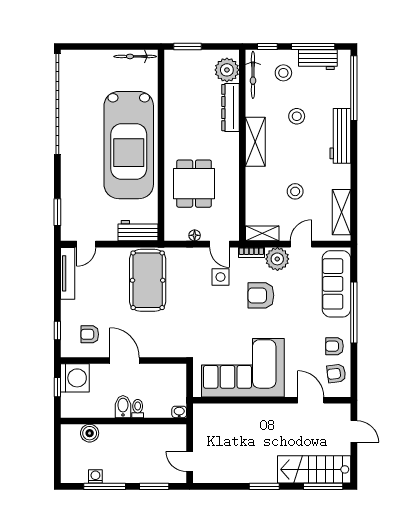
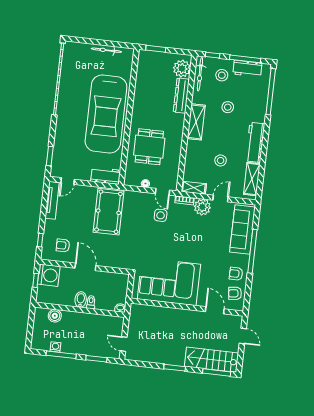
bicycle: (135, 56) -> (106, 50), moved
workbench: (340, 136) -> (255, 142), moved
armchair: (261, 295) -> (188, 232), removed

